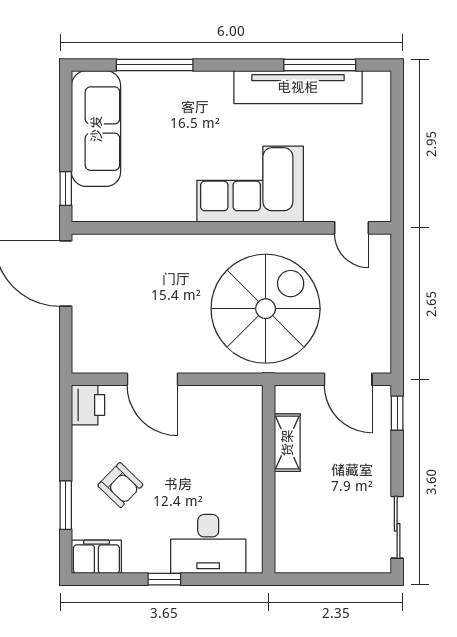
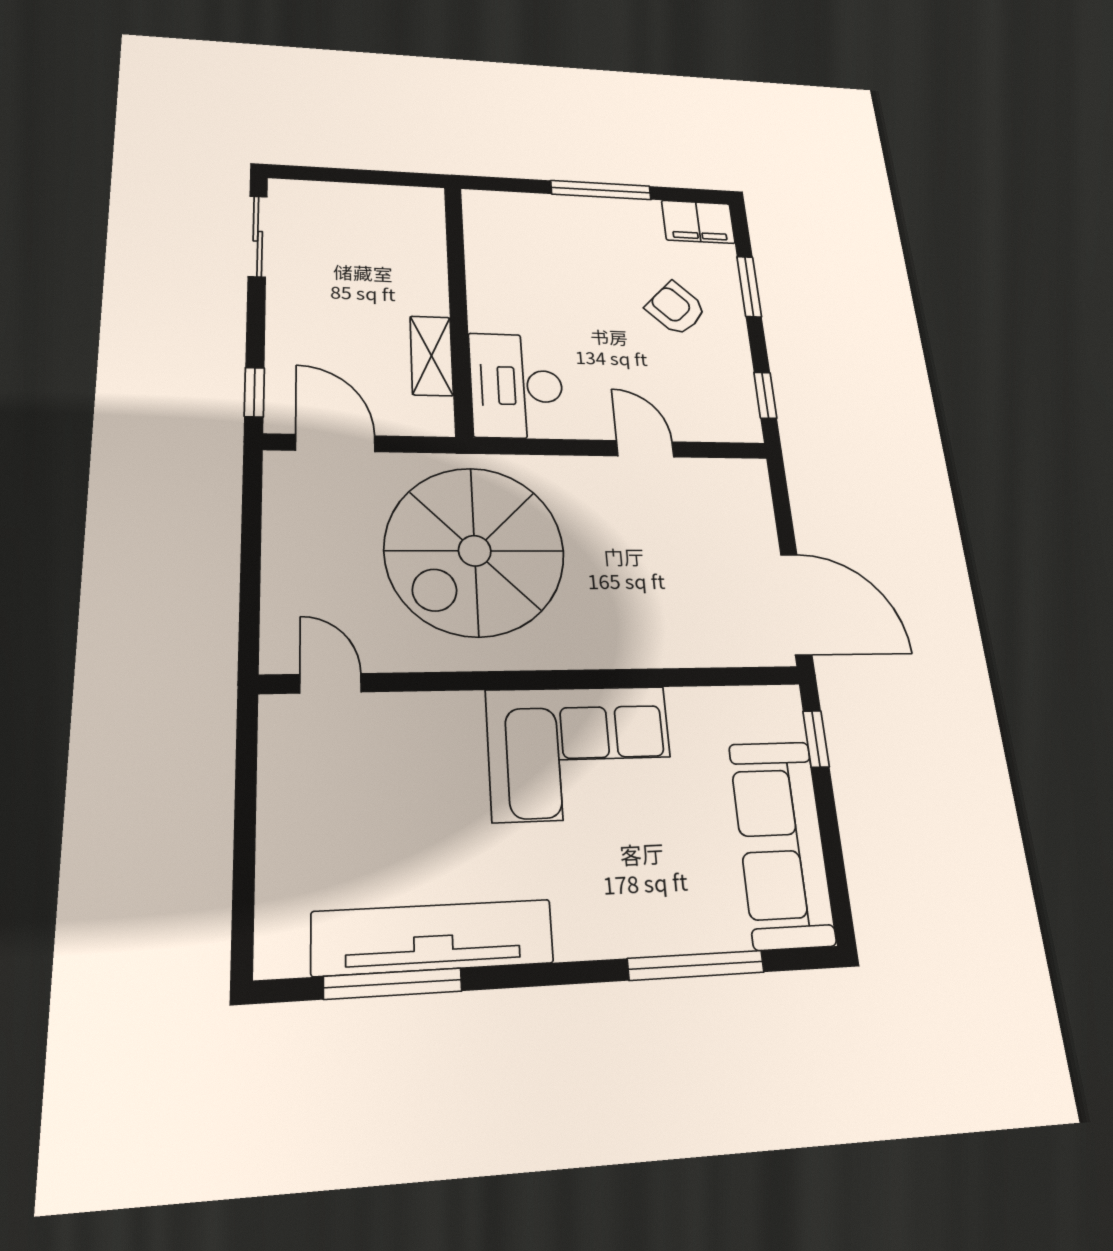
corner sofa: (250, 184) -> (580, 753), moved
door: (152, 379) -> (645, 449), width x0.73
printer: (88, 405) -> (736, 415), removed
window: (66, 420) -> (765, 395), added
desk: (208, 544) -> (516, 386), moved, turned -90
window: (164, 579) -> (601, 190), width x2.17

